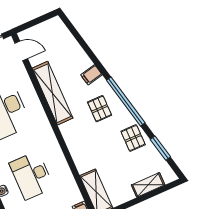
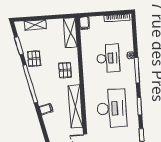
pallet: (100, 109) -> (65, 70), moved

